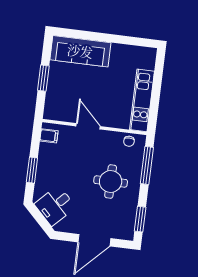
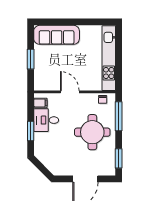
kitchen unit: (142, 100) -> (109, 58), width x1.36
round table: (111, 181) -> (92, 132), width x1.36, depth x1.36
desk: (55, 206) -> (46, 120), moved, turned 45

